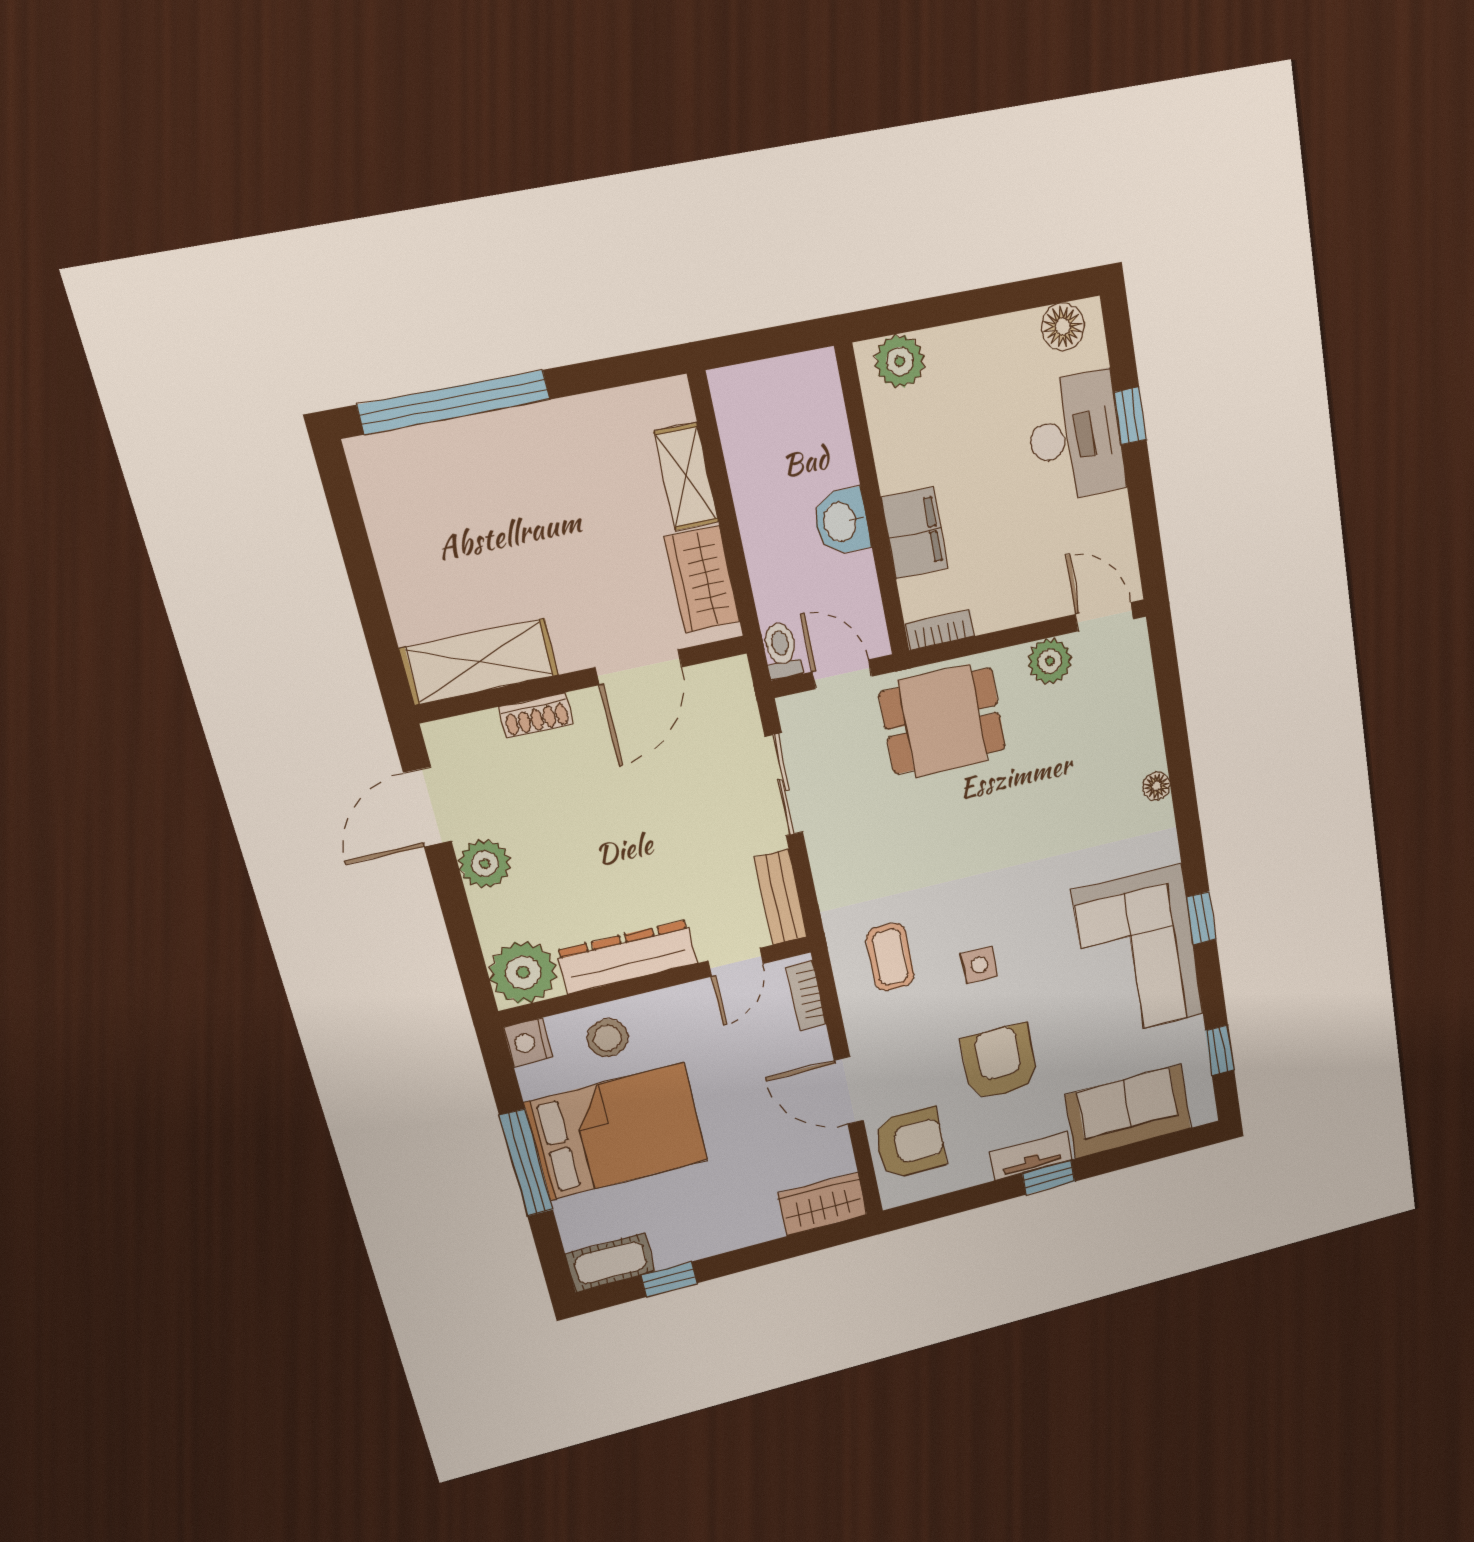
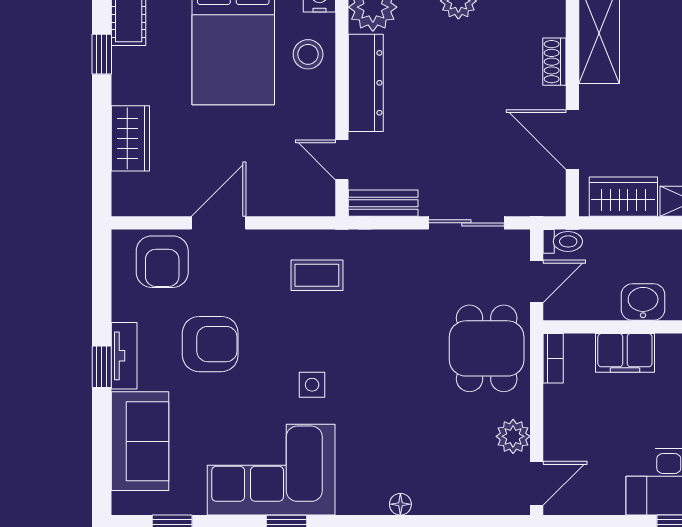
side table: (979, 965) -> (312, 385), moved
bookcase: (806, 995) -> (303, 206), removed
wardrobe: (822, 1204) -> (130, 138), moved

